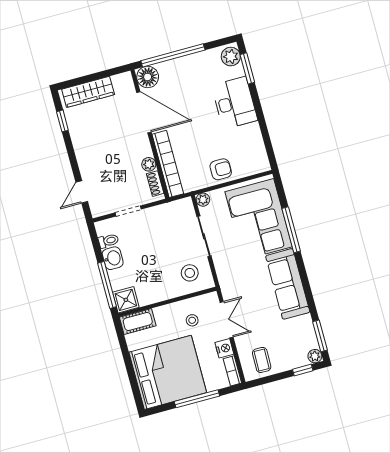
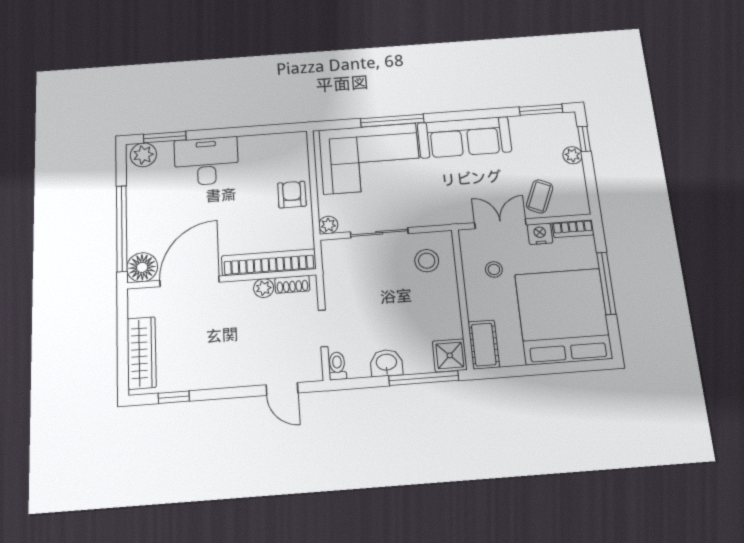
toilet: (108, 241) -> (337, 366), moved
plant: (315, 356) -> (573, 155), moved
coffee table: (262, 360) -> (540, 196), moved, turned -68

